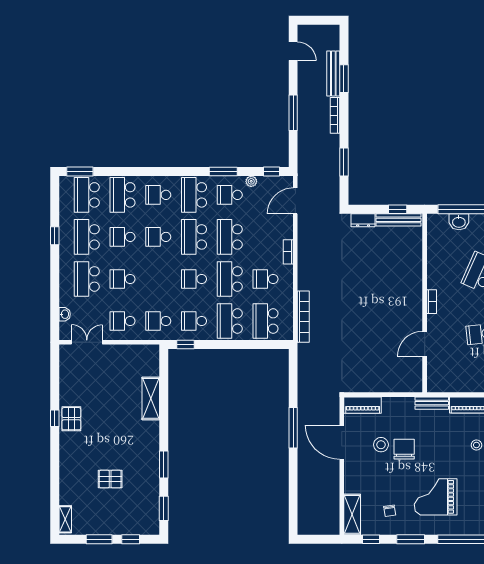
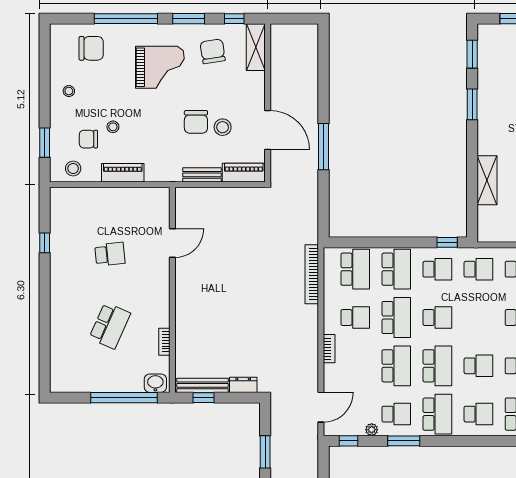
washbasin: (459, 222) -> (155, 383), moved
bookcase: (432, 302) -> (164, 342), moved
bench: (432, 403) -> (202, 175), moved
chair: (390, 511) -> (213, 51), width x1.87, depth x1.87

